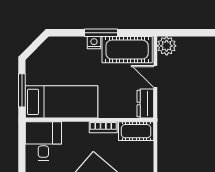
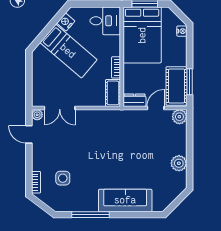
window: (101, 33) -> (190, 82), moved
nightstand: (94, 43) -> (182, 31), moved
bed: (62, 102) -> (142, 35), width x1.50

